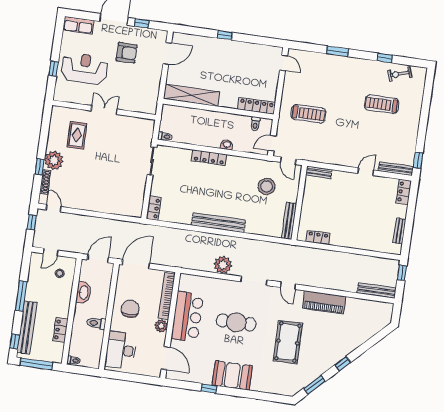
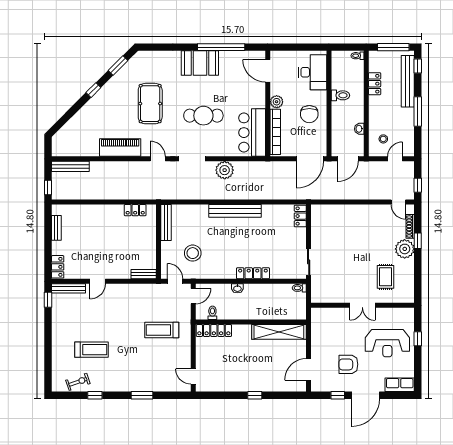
washbasin: (84, 292) -> (359, 129), width x0.52, depth x0.69
bar counter: (187, 317) -> (252, 133), moved
window: (209, 388) -> (221, 47), width x3.17

